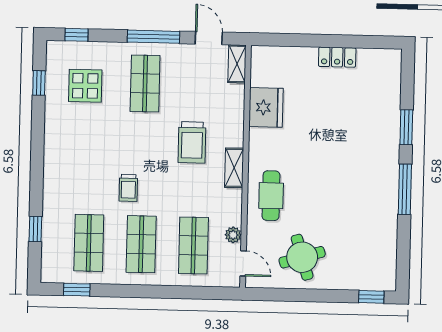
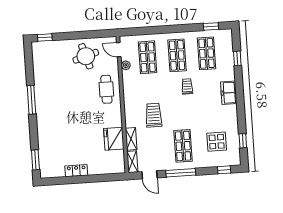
window: (406, 127) -> (35, 160), moved
shelving: (234, 168) -> (131, 139), moved
freezer: (56, 170) -> (229, 93), added

